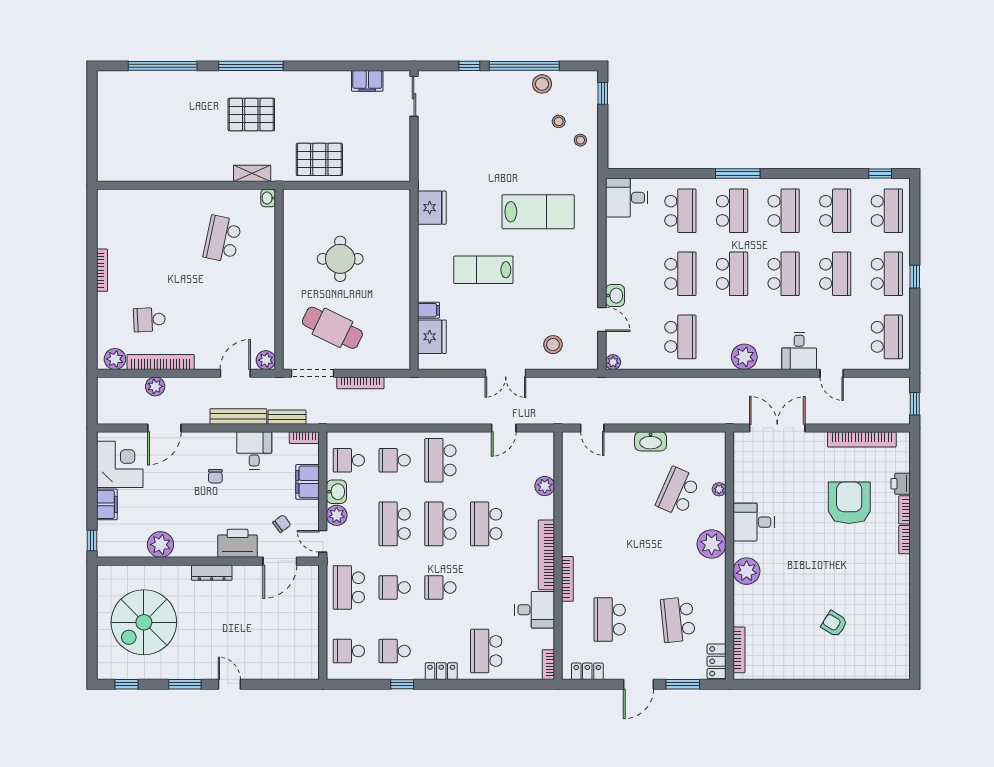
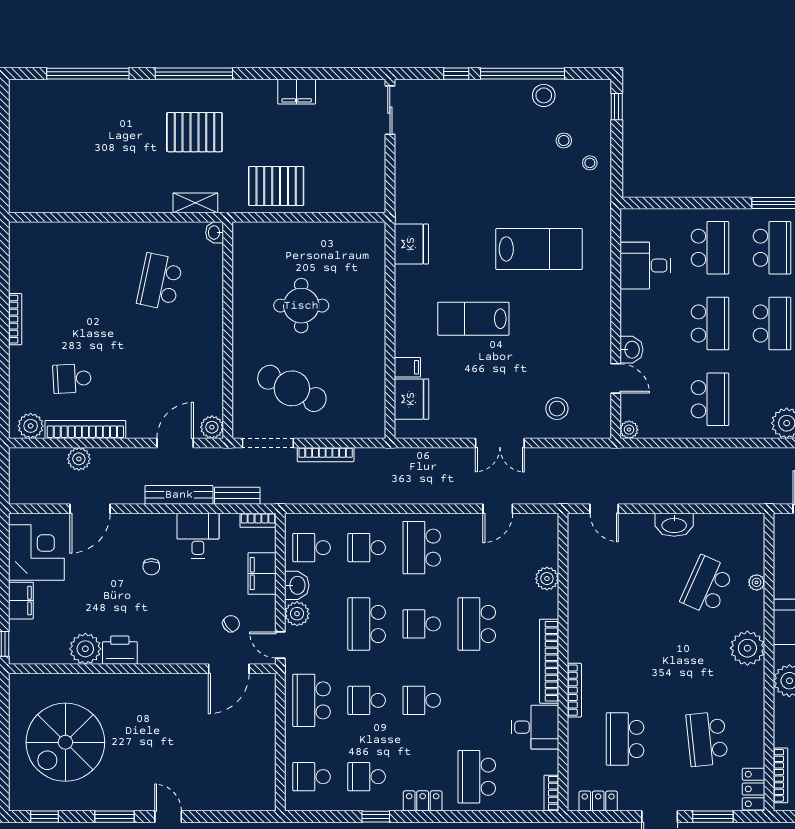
filing cabinet: (367, 81) -> (297, 92), moved
desk: (627, 198) -> (645, 266), moved
school desk: (440, 524) -> (422, 624), width x0.54
printer: (238, 543) -> (120, 650), moved, width x0.73, depth x0.84
dresser: (212, 573) -> (147, 683), removed

